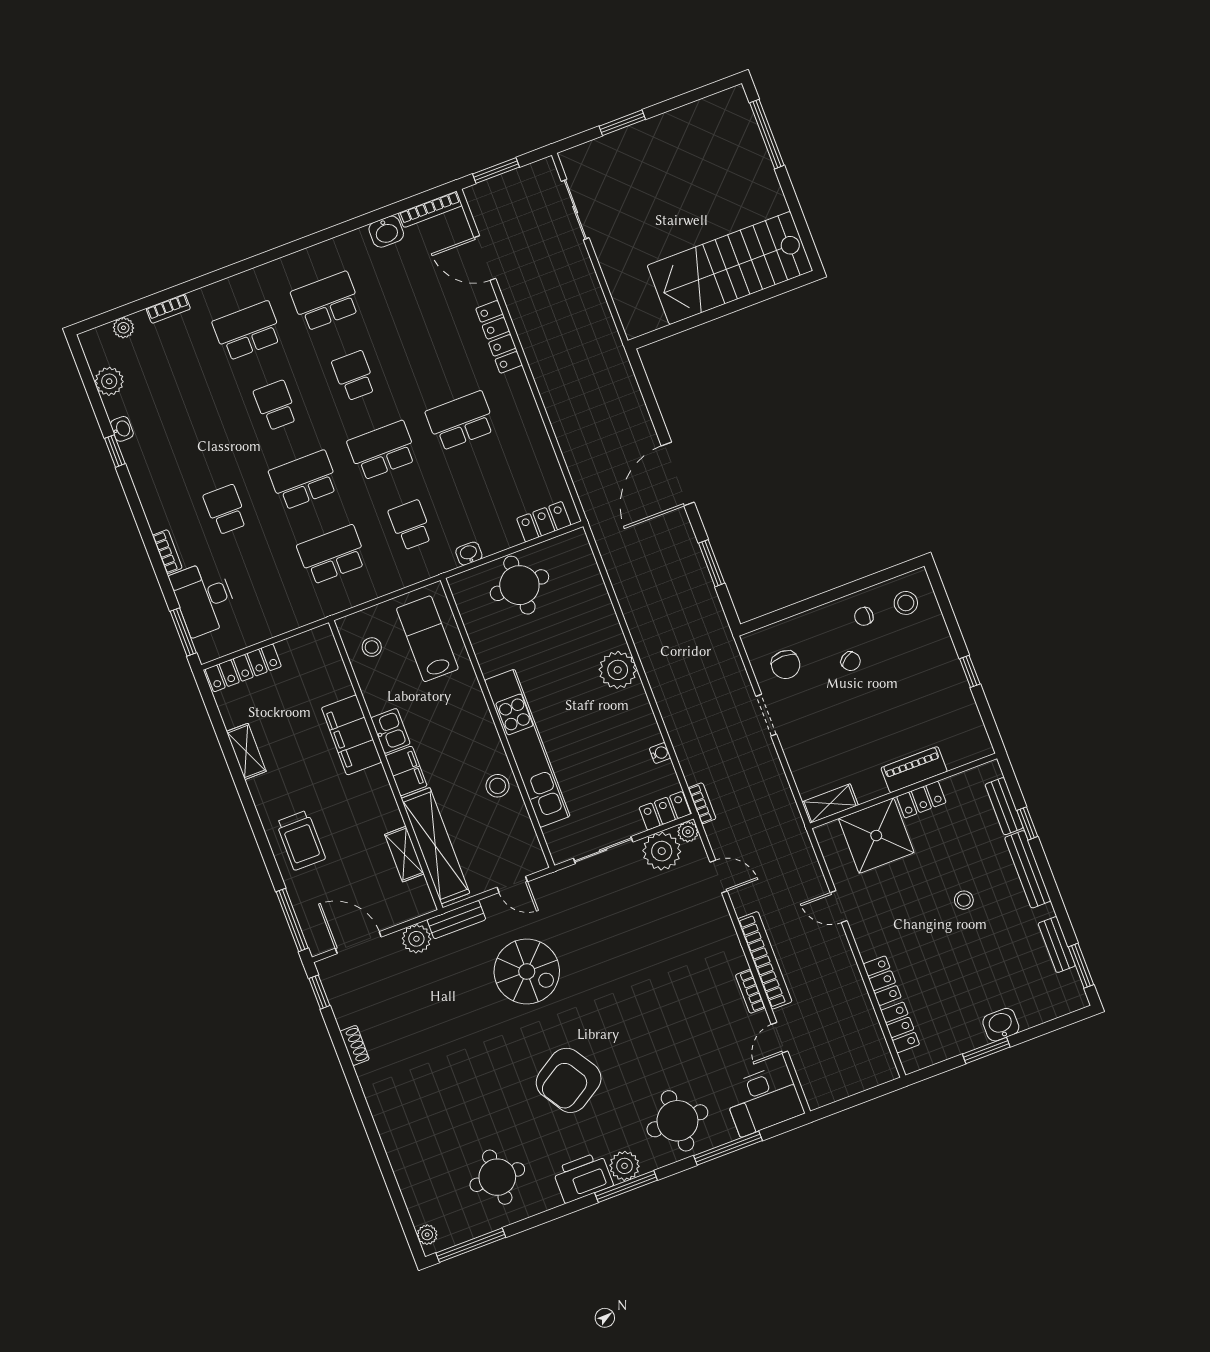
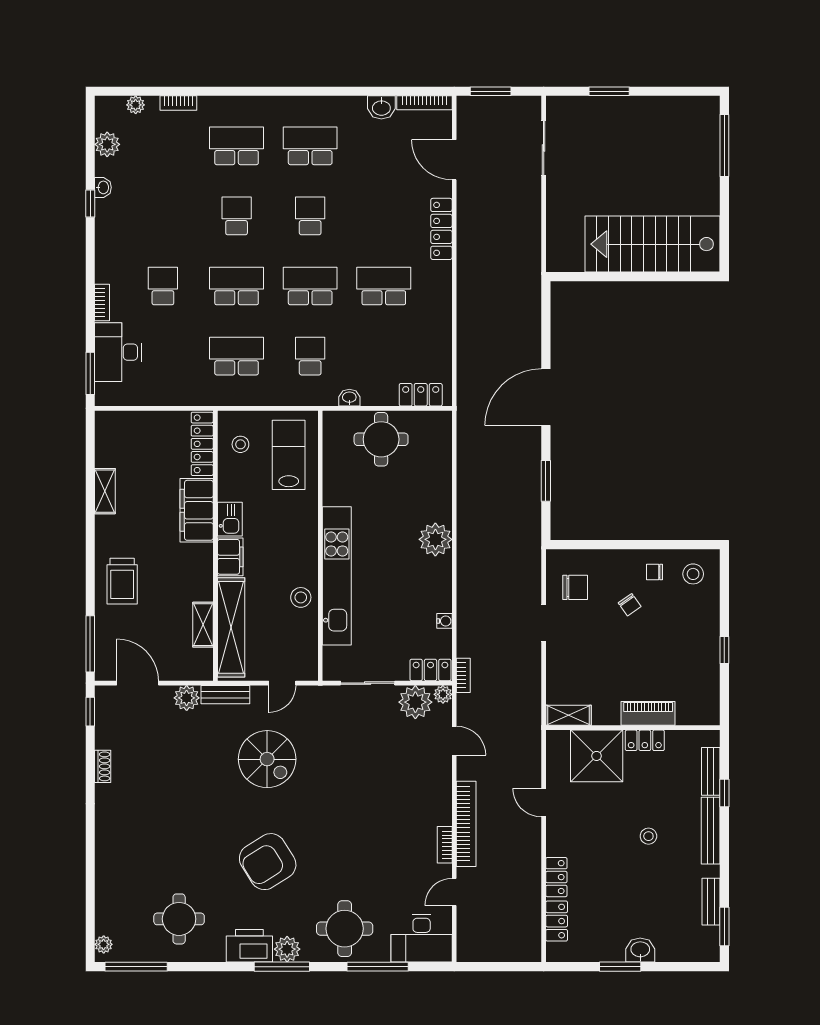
chair: (786, 665) -> (575, 587), turned -90
locker: (243, 668) -> (202, 444), moved, turned 90
door: (512, 884) -> (282, 683), hinge flipped

